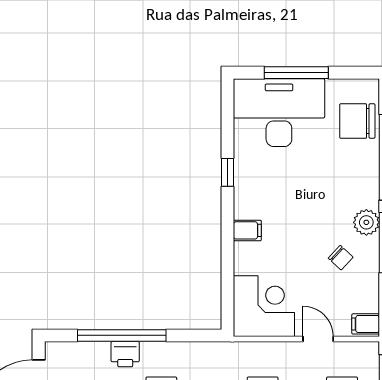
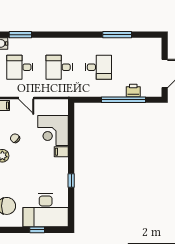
window: (296, 73) -> (37, 230), width x0.46
corner desk: (264, 306) -> (53, 131), moved
printer: (125, 354) -> (133, 90), moved

